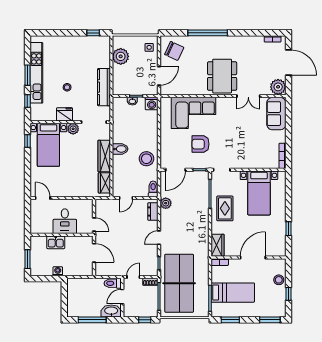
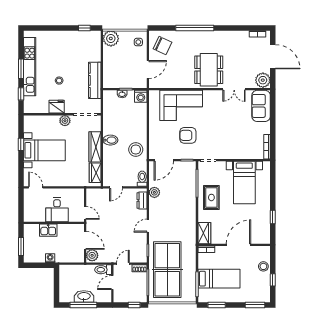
plant: (121, 56) -> (111, 38), moved
window: (27, 141) -> (21, 144), moved
bed with nightstands: (48, 145) -> (44, 150), moved, turned -90
plant: (101, 268) -> (92, 255), added
washbasin: (111, 311) -> (84, 296), moved

